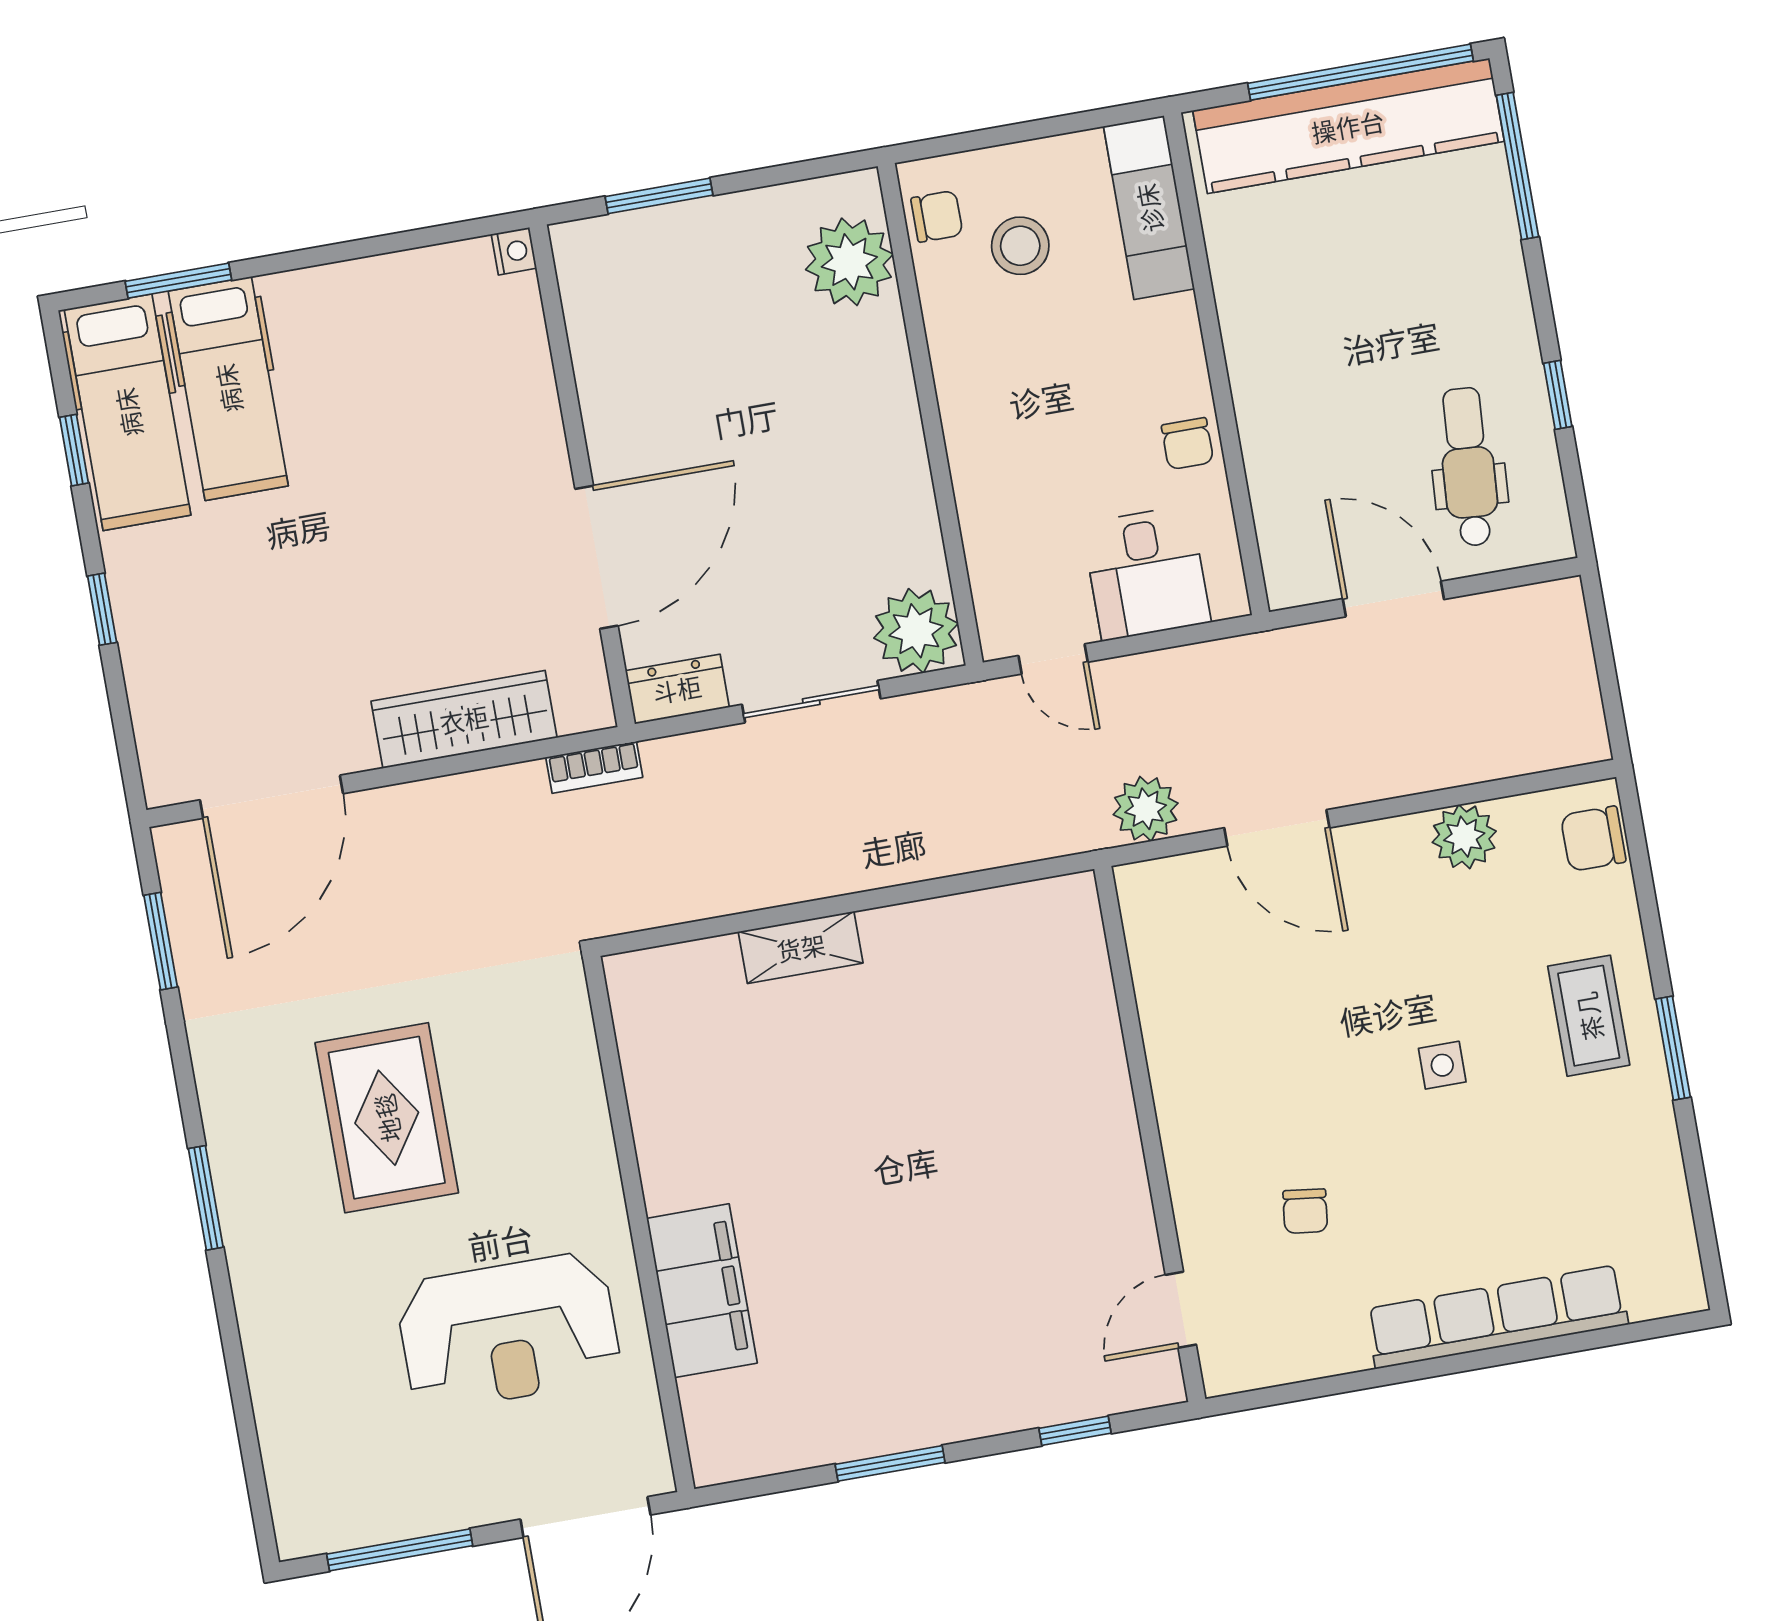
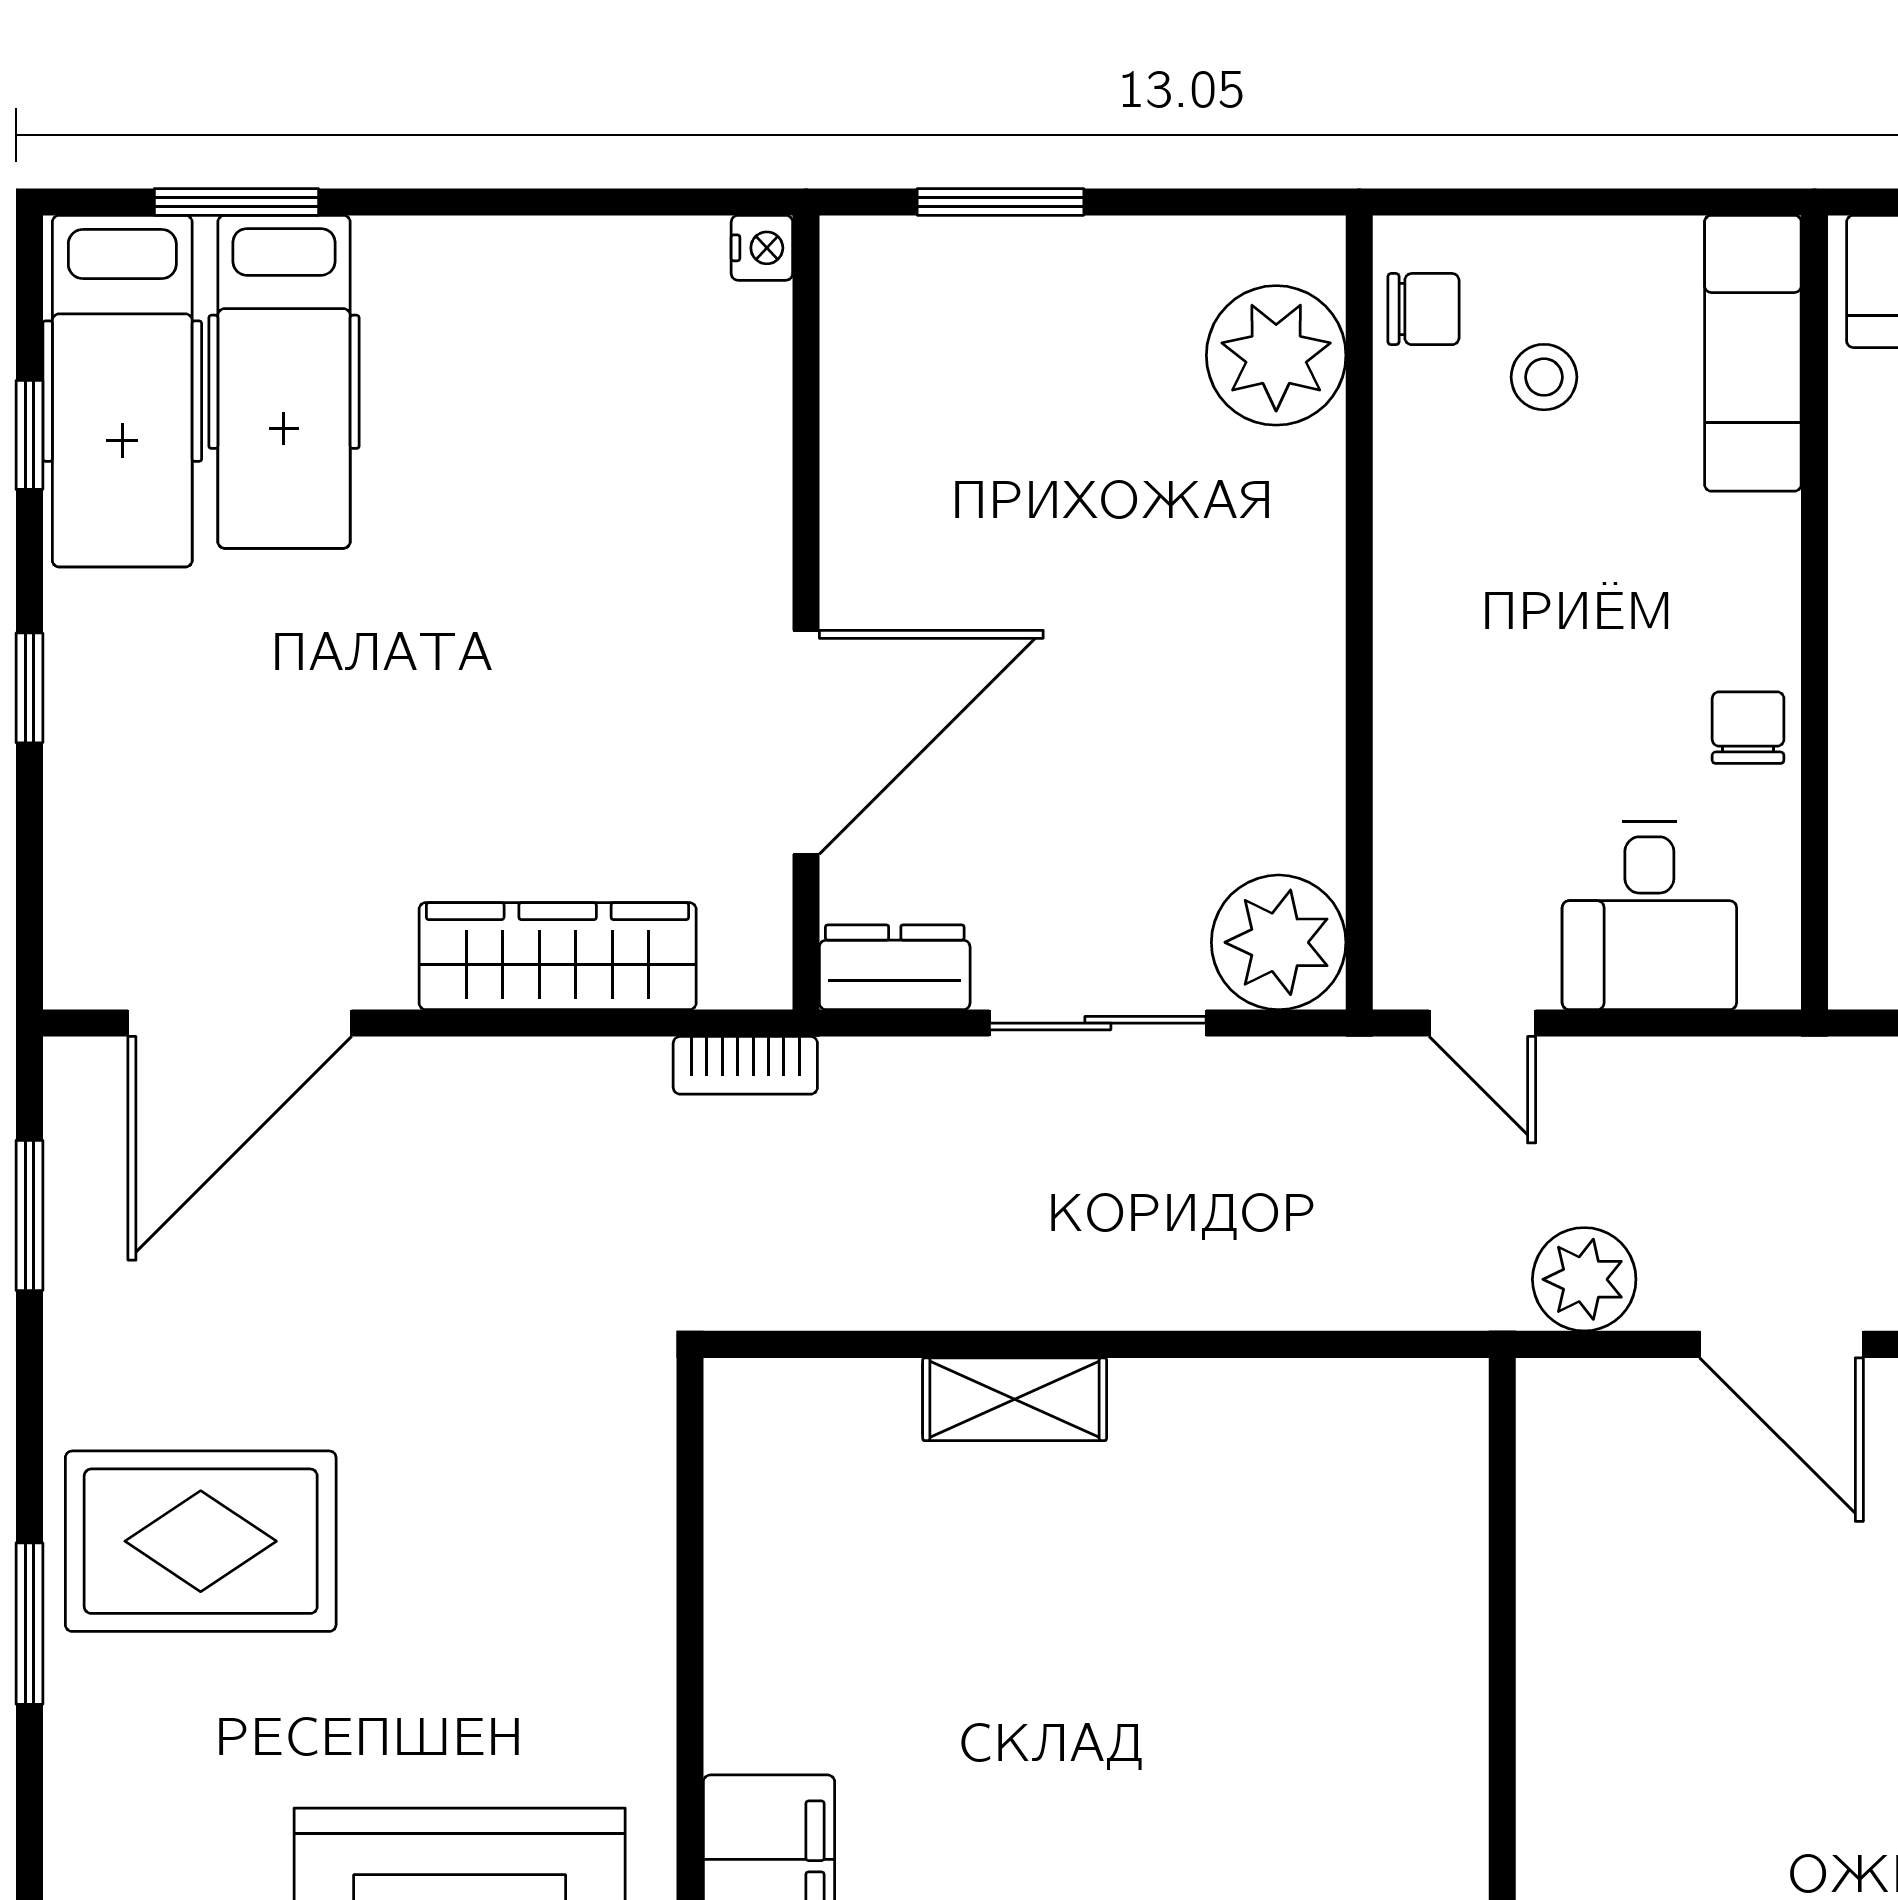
stool: (1020, 246) -> (1544, 377), width x0.73, depth x0.73
chair: (1187, 444) -> (1748, 728), turned 180
rug: (387, 1118) -> (201, 1541), moved, turned 90

